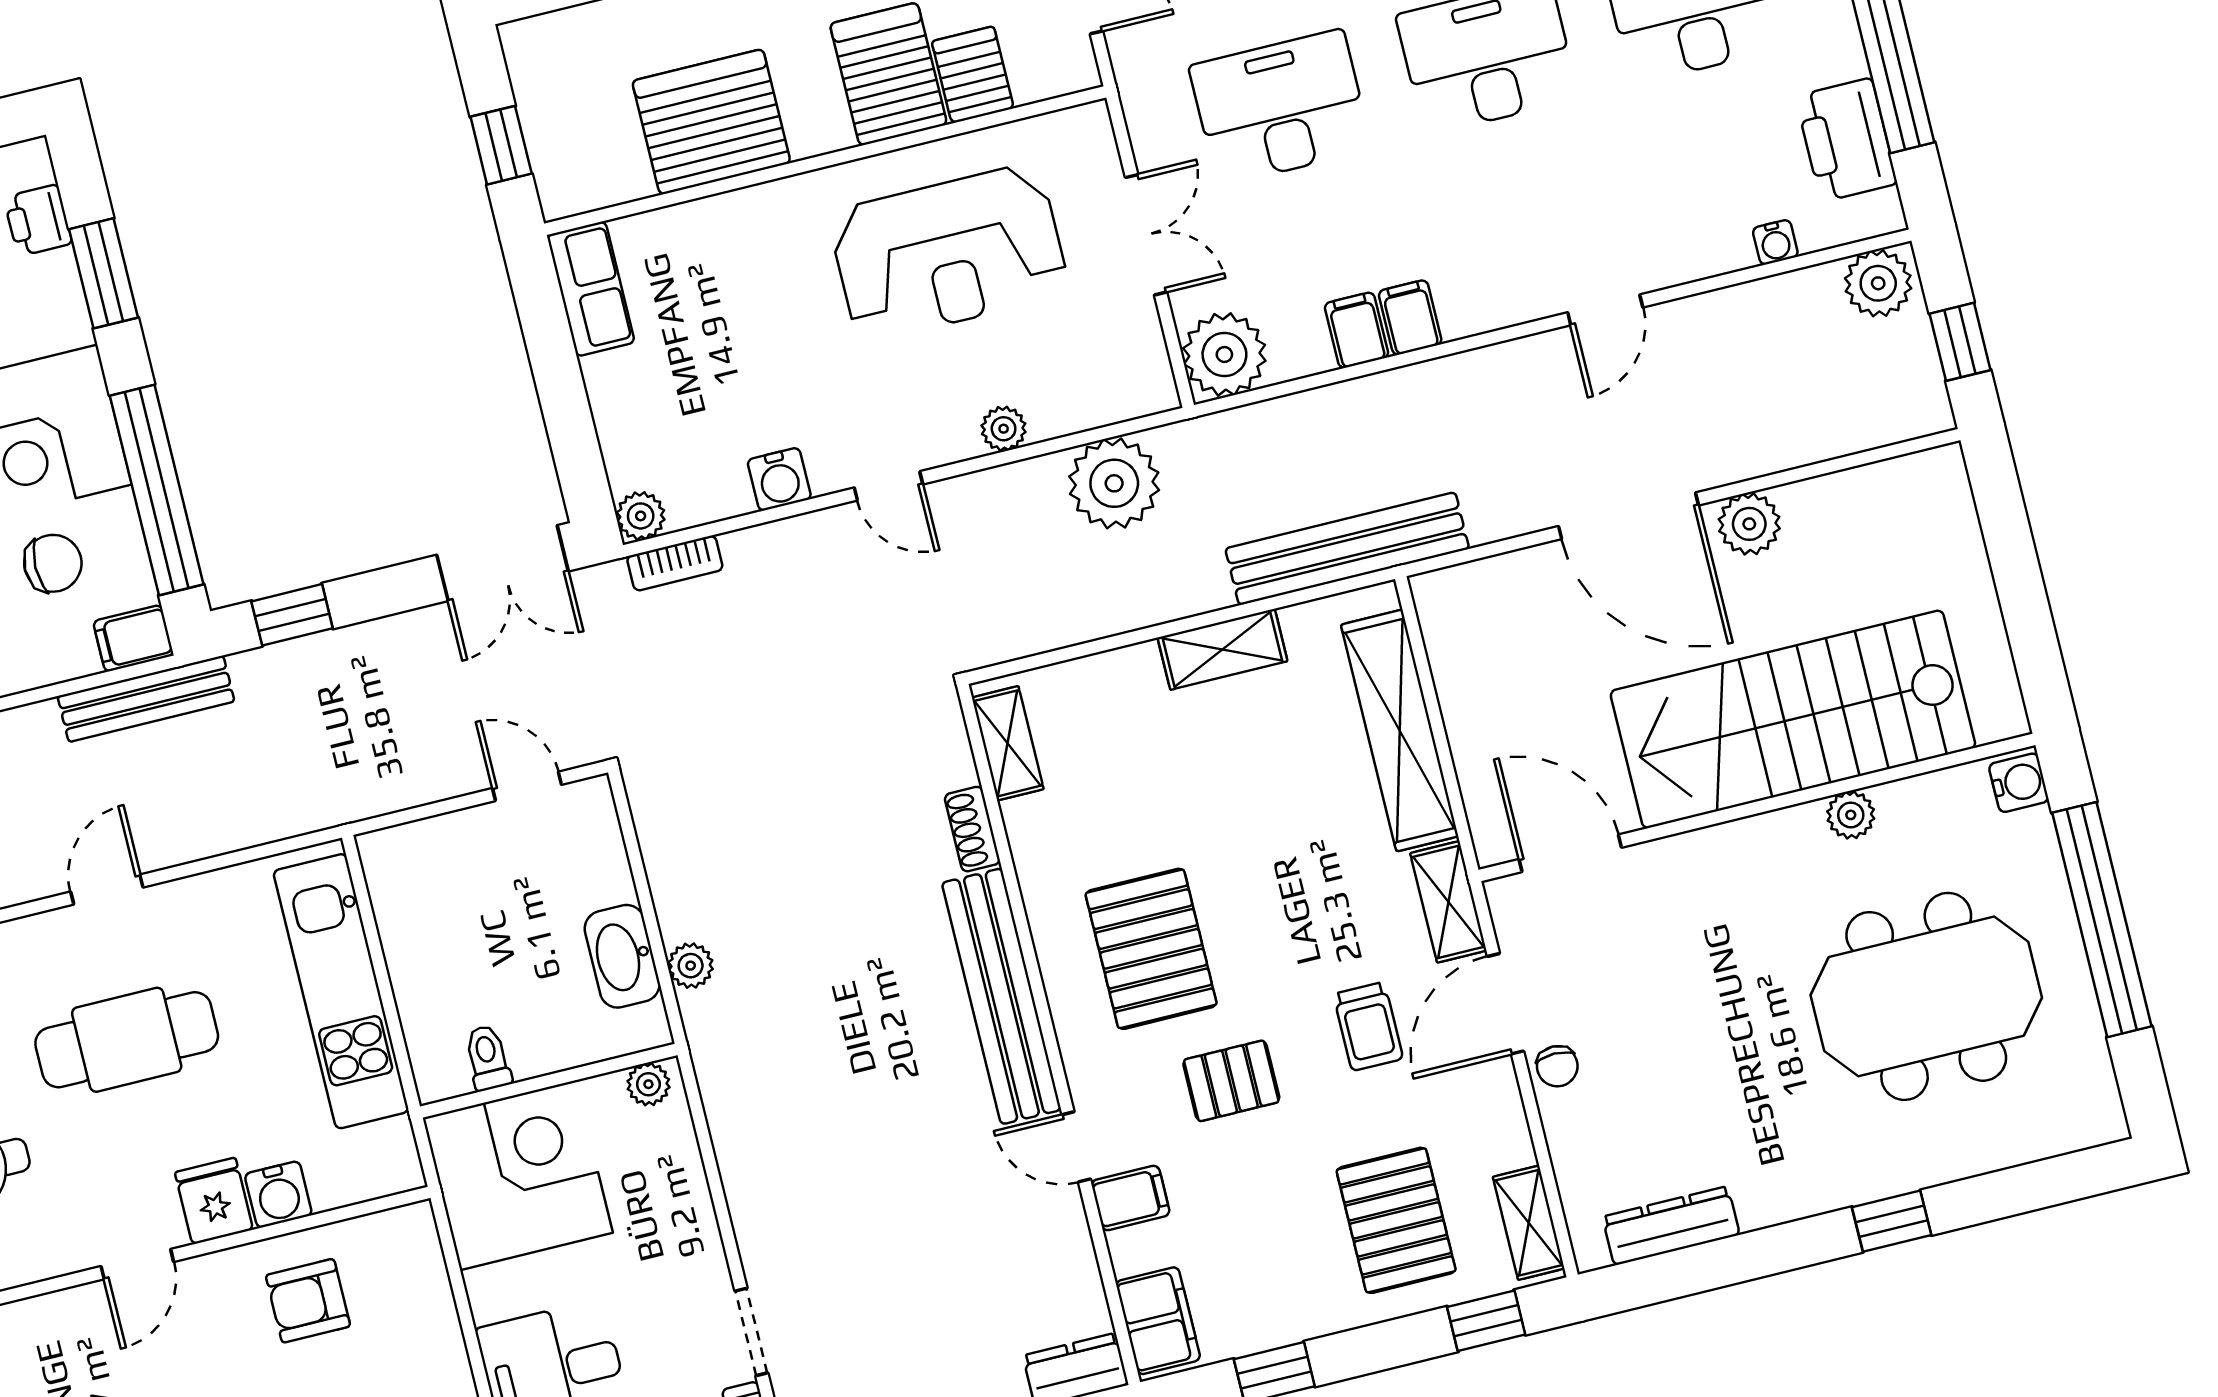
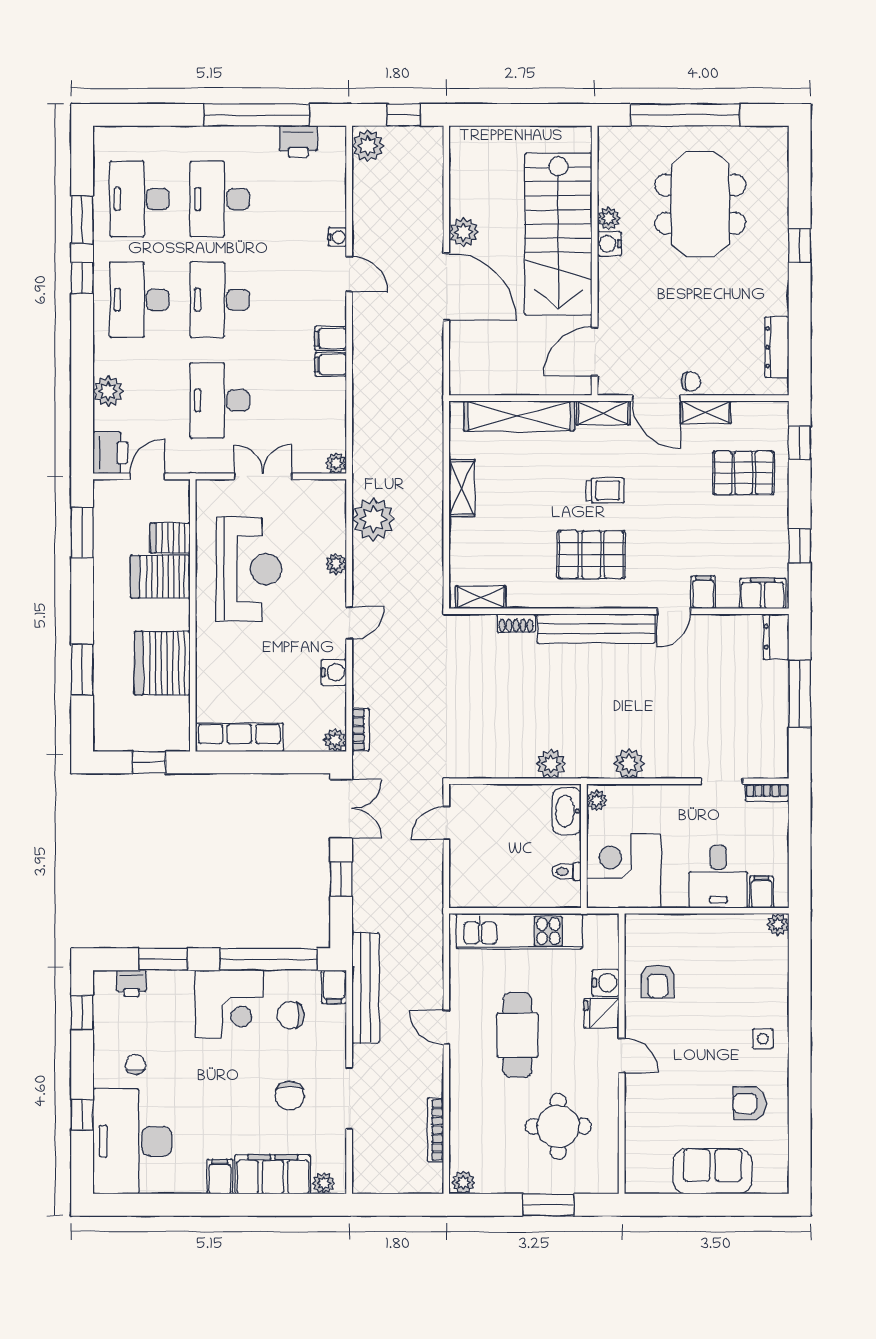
printer: (1846, 140) -> (298, 141), width x0.73, depth x0.84
water cooler: (1775, 242) -> (337, 237), moved
row of seats: (591, 289) -> (239, 737), width x1.48
filing cabinet: (1357, 330) -> (330, 339), moved
plant: (1224, 355) -> (336, 463), width x0.53, depth x0.53
door: (1629, 516) -> (446, 287), hinge flipped
bench: (1347, 549) -> (430, 420), removed
chair: (53, 563) -> (290, 1015), turned -90
window: (292, 615) -> (341, 879), moved
bench: (146, 699) -> (366, 988), width x1.37, depth x1.21
water cooler: (2019, 783) -> (609, 244), moved, turned -90
washbasin: (622, 956) -> (567, 811), moved, turned 90
plant: (691, 966) -> (551, 764), width x1.38, depth x1.38
trolley: (1368, 1026) -> (605, 490), moved
pallet: (1231, 1081) -> (661, 533), removed
plant: (741, 1132) -> (629, 764), added
shelving: (1529, 1223) -> (706, 412), moved

